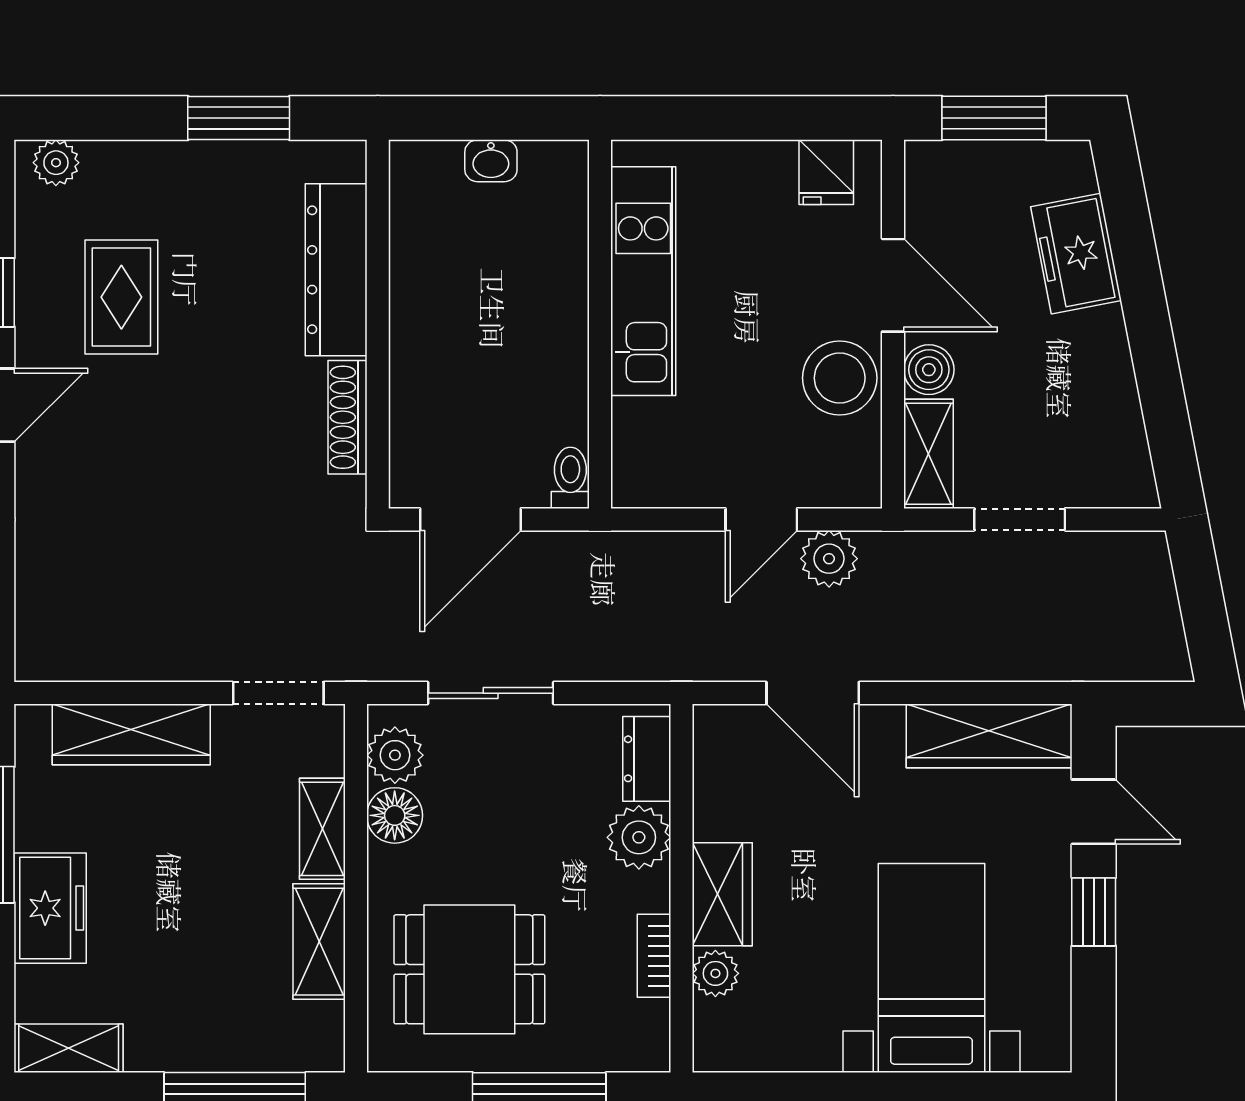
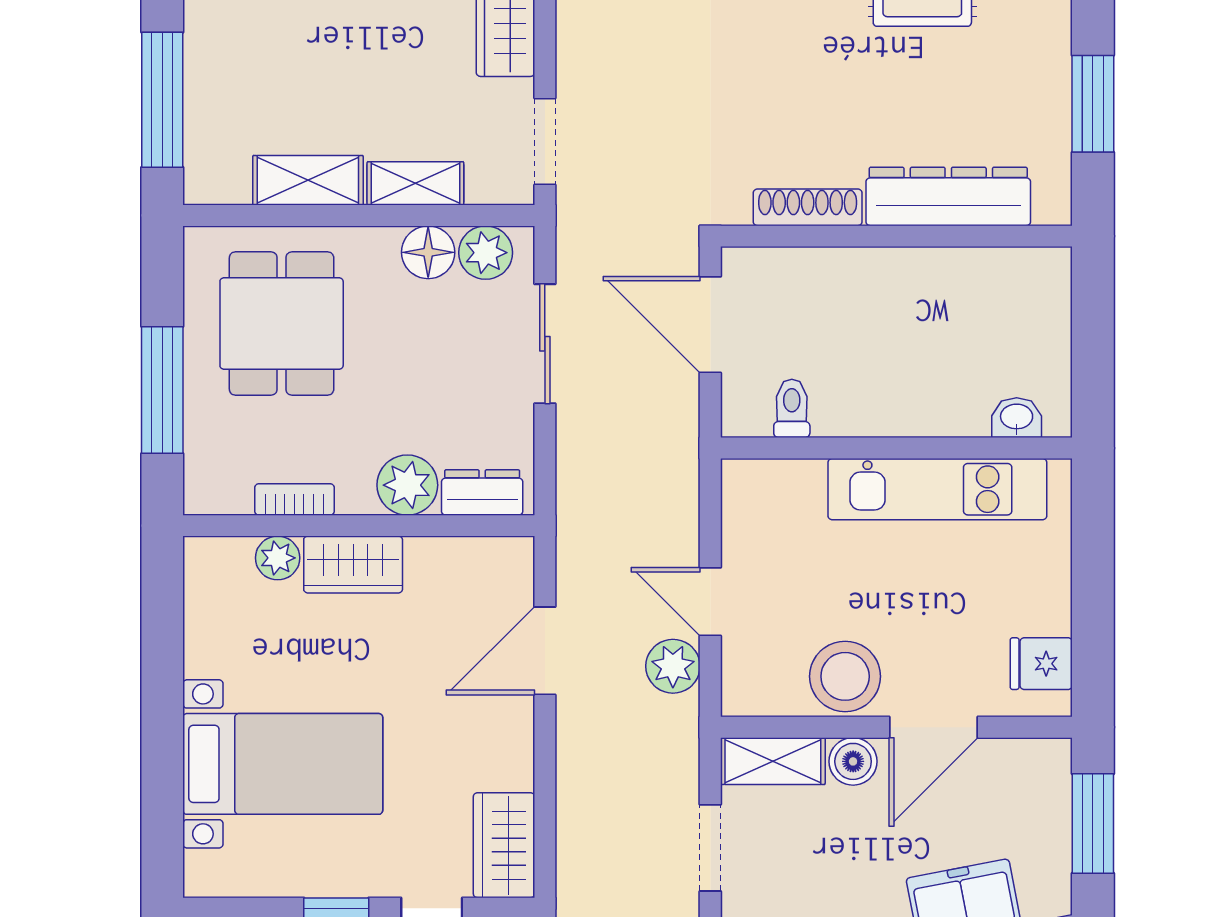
washbasin: (491, 161) -> (1017, 418), moved, turned 90
toilet: (570, 478) -> (792, 408), moved, turned -90
wardrobe: (989, 736) -> (504, 845), width x0.67

